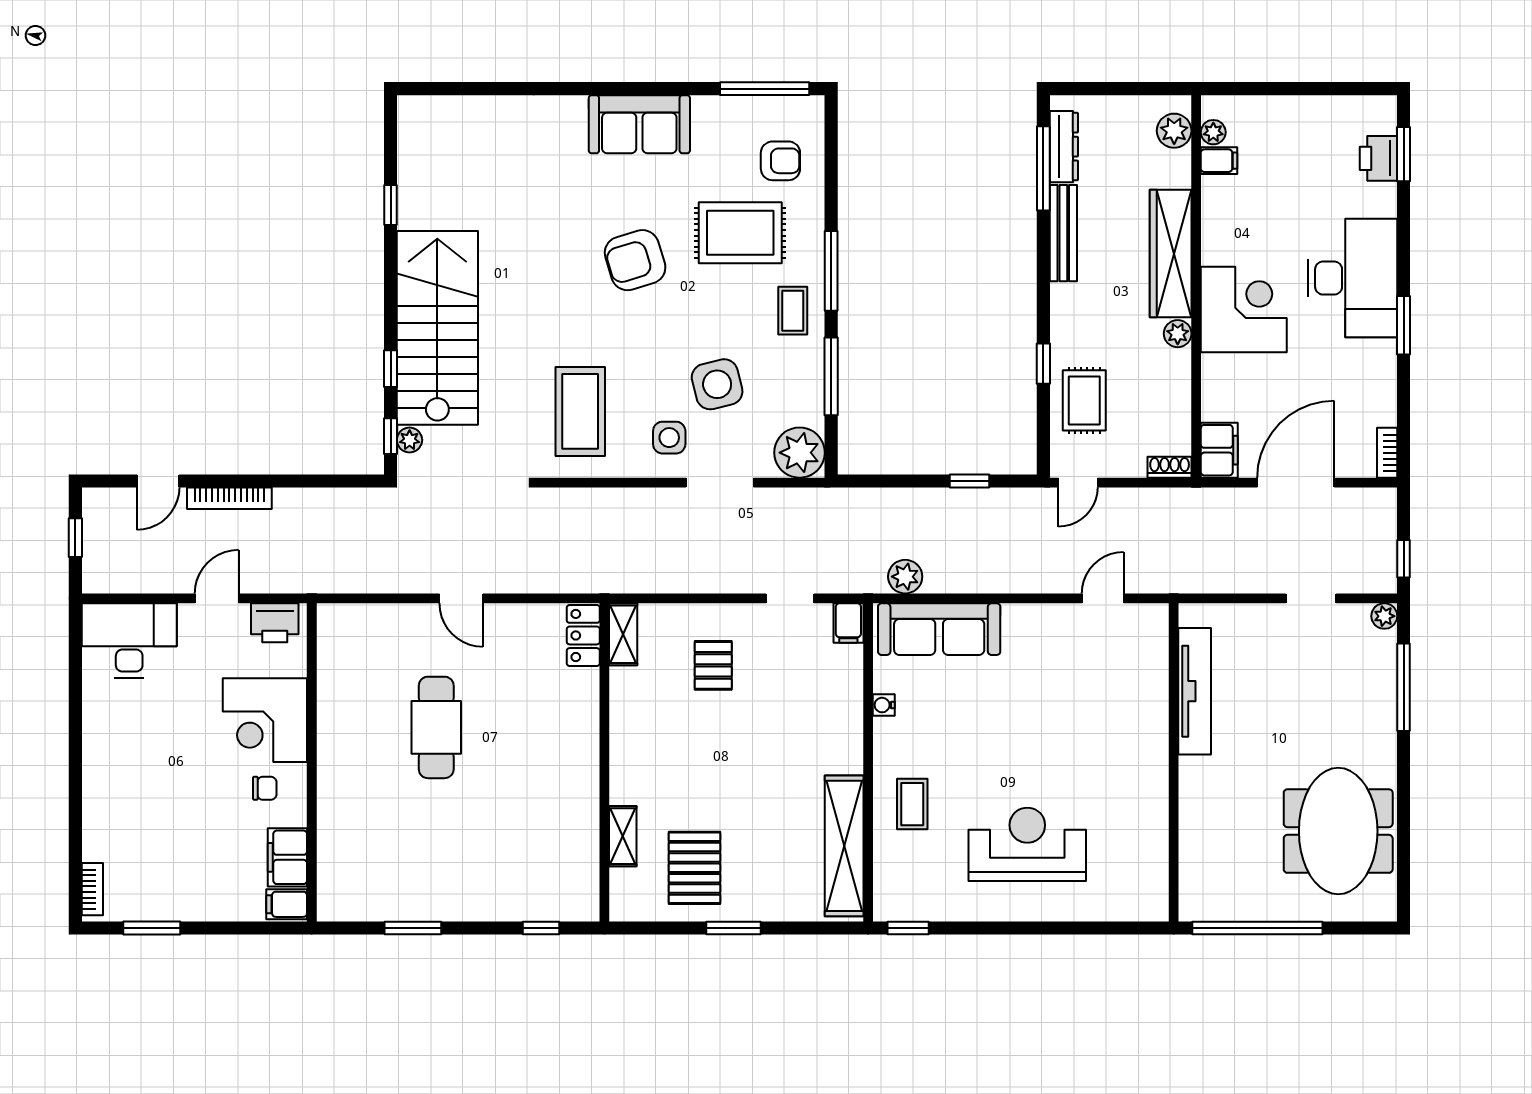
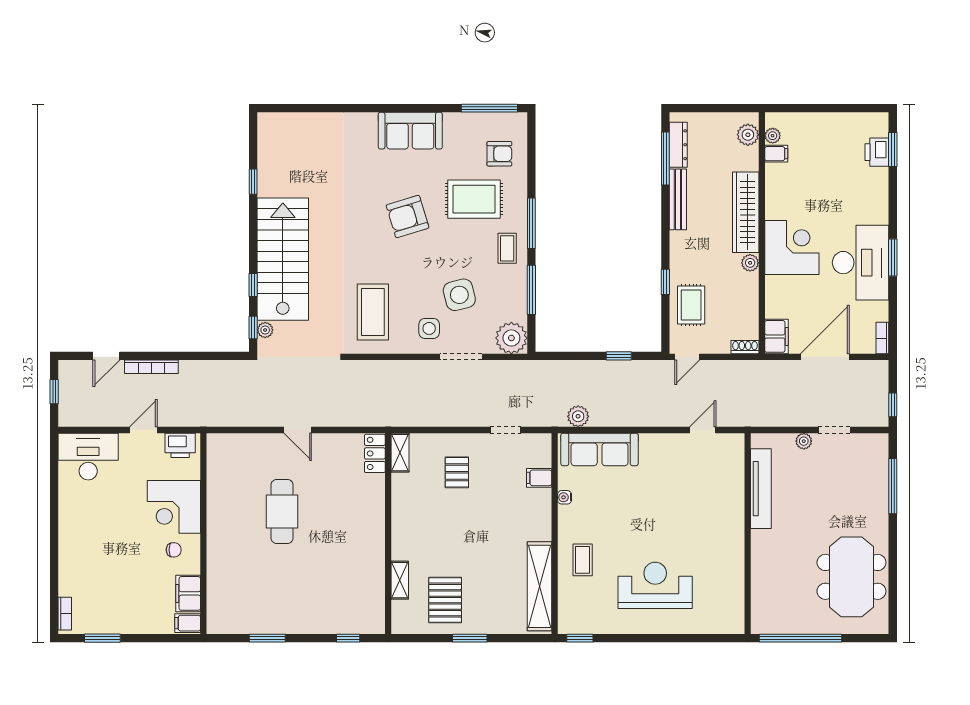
desk: (1353, 278) -> (861, 263), moved
plant: (1384, 616) -> (804, 441), moved
filing cabinet: (848, 623) -> (539, 478), moved, turned 90

